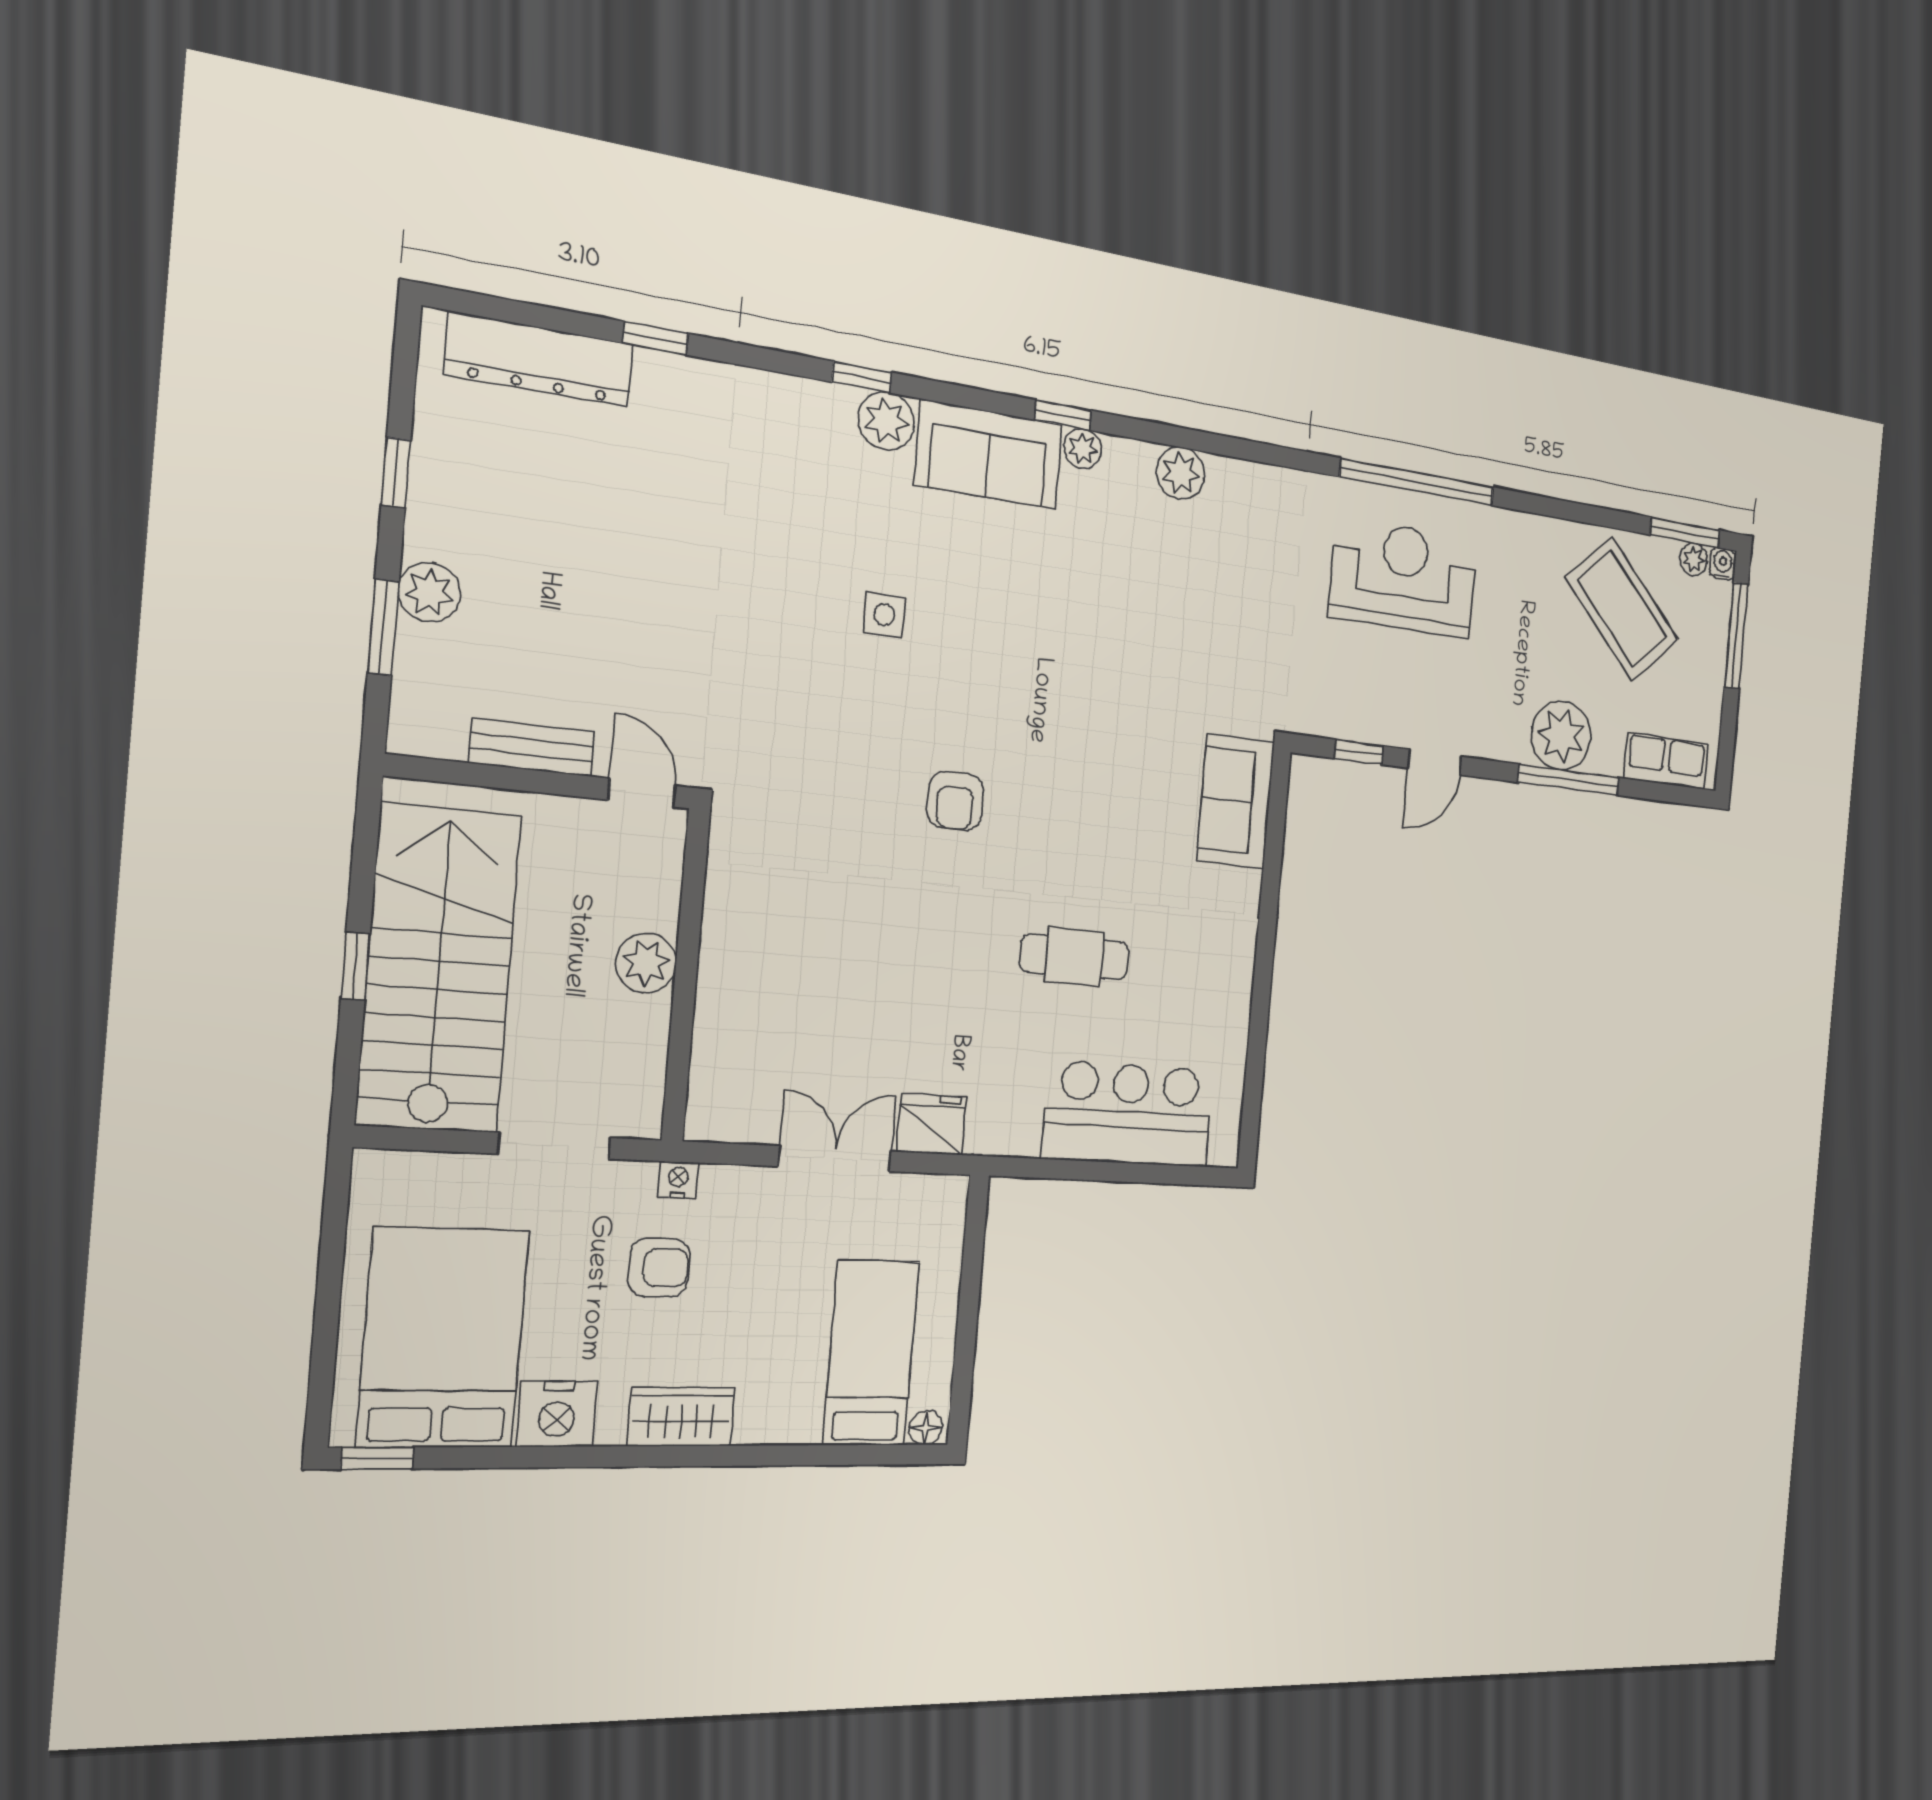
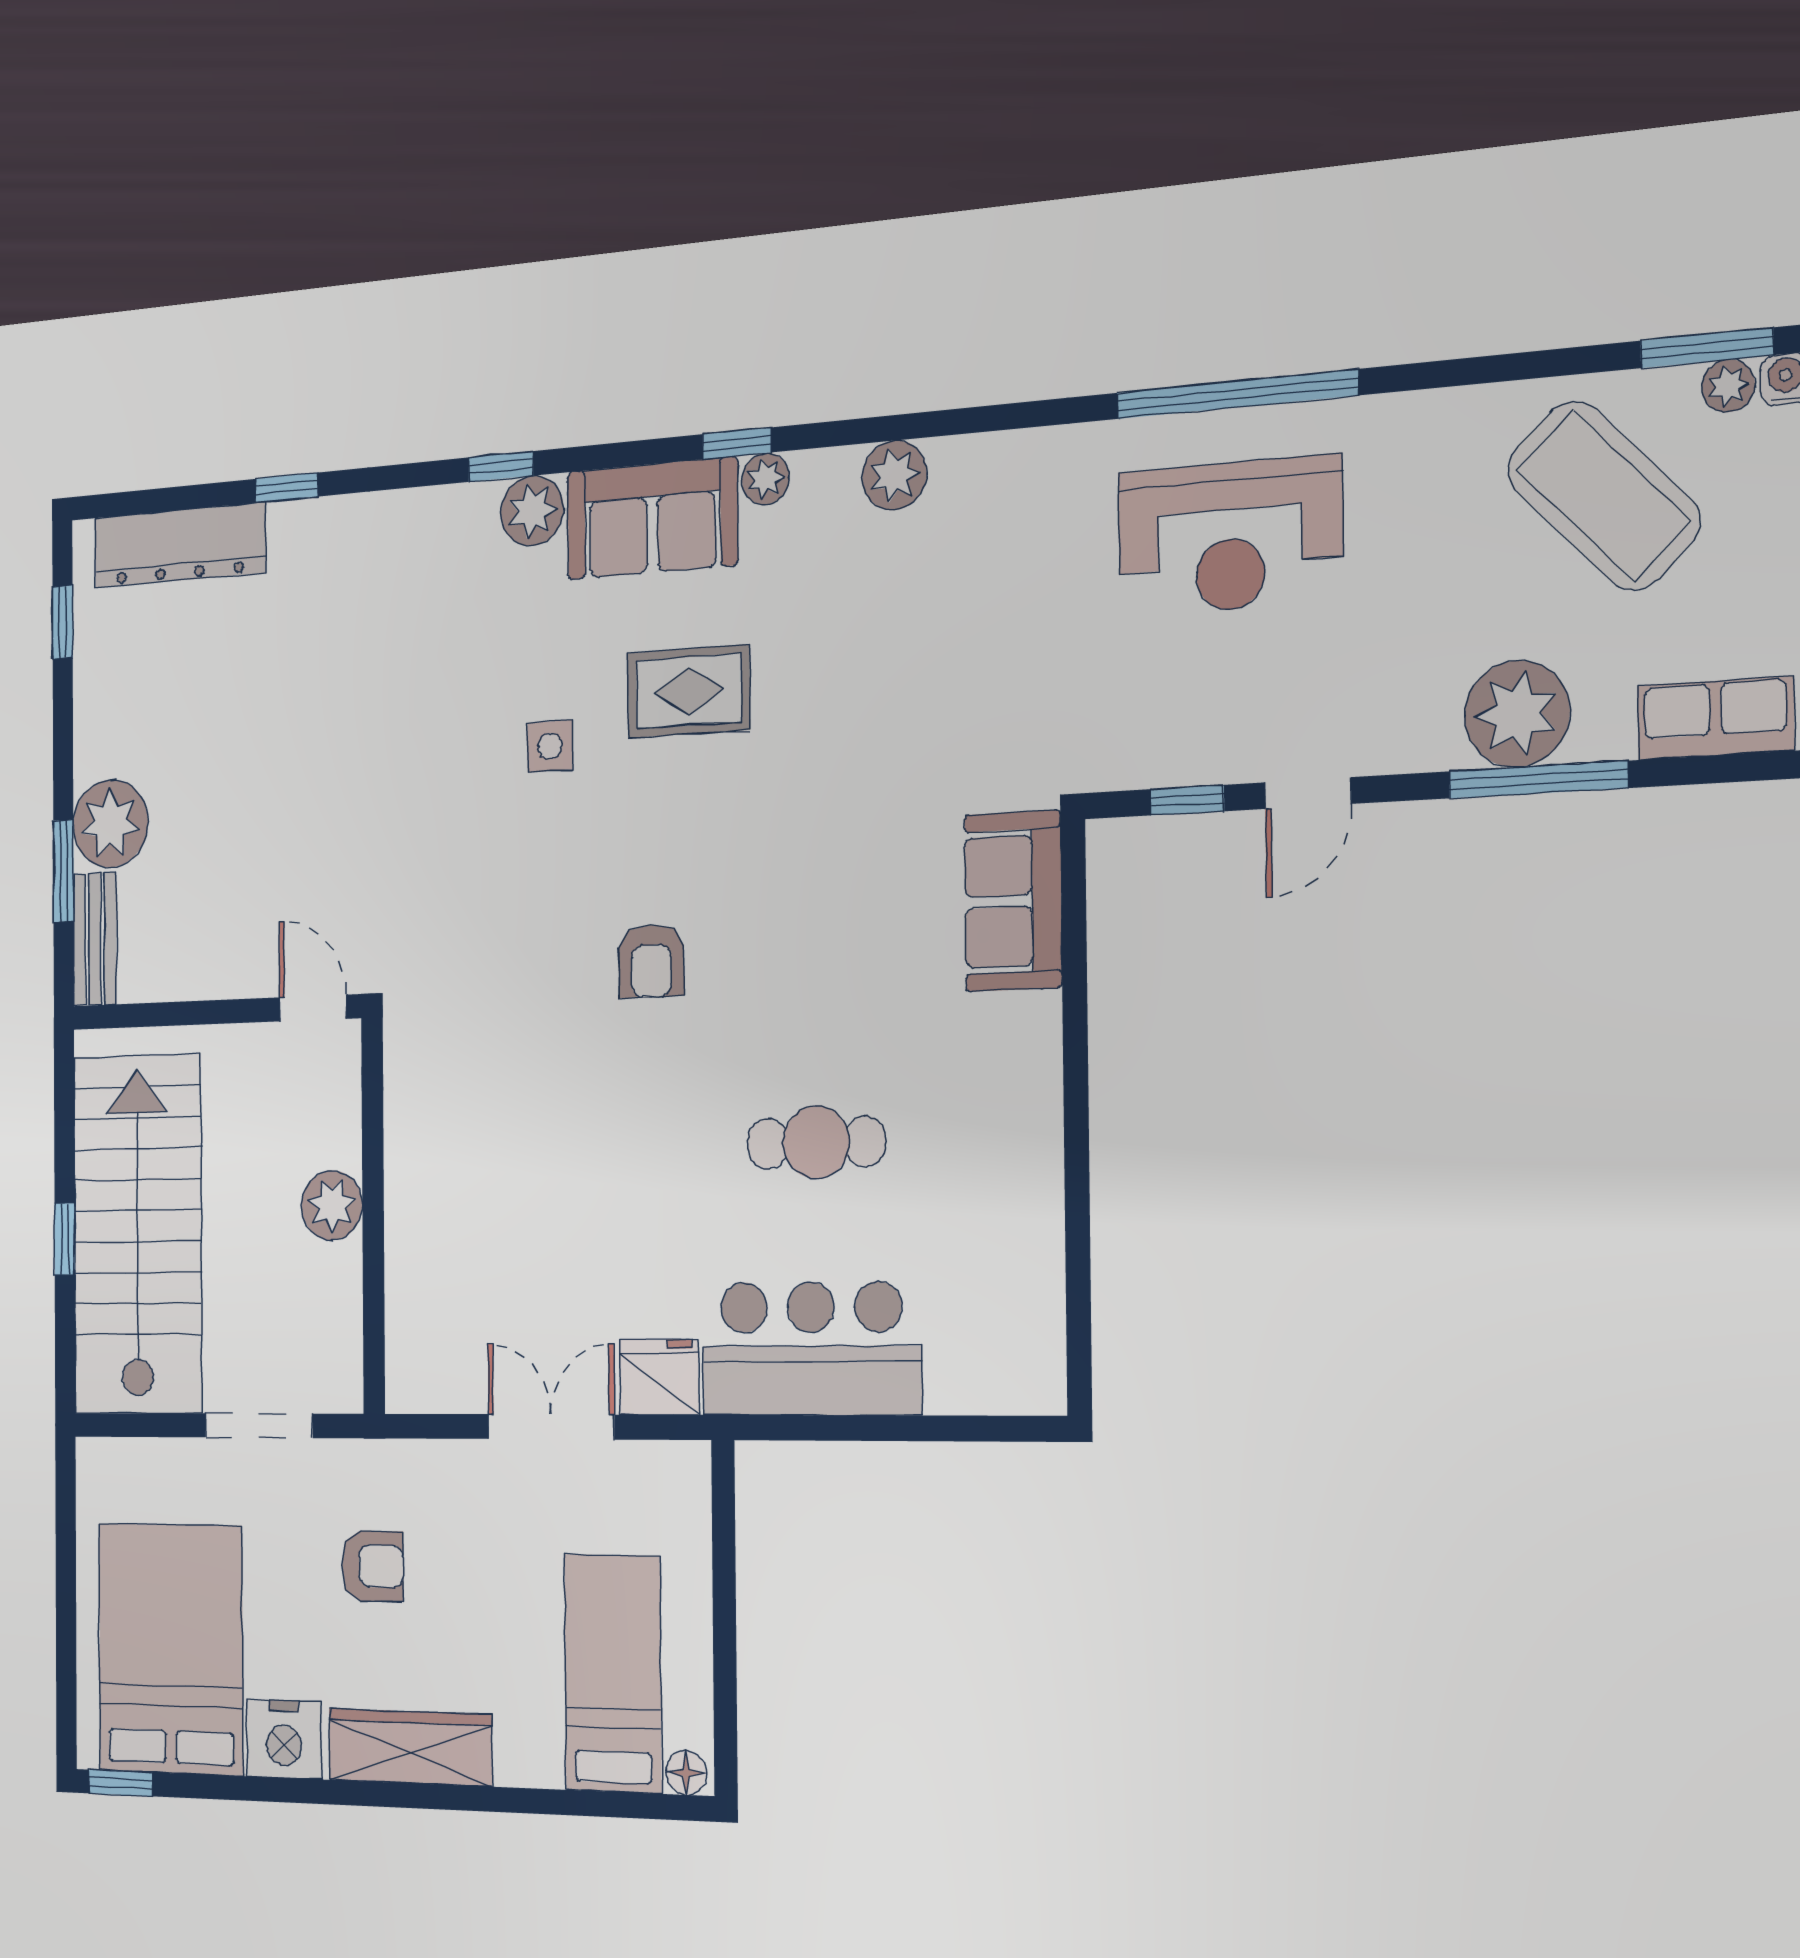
window: (396, 473) -> (63, 622), moved
reception desk: (1404, 578) -> (1230, 536), turned 180
plant: (429, 592) -> (110, 824), width x1.36, depth x1.36
rug: (1006, 597) -> (689, 691), added
bench: (532, 747) -> (95, 939), moved, turned 90
bar counter: (1128, 1114) -> (811, 1348), moved
nightstand: (678, 1180) -> (384, 1460), removed
wardrobe: (681, 1417) -> (410, 1747), width x1.50

